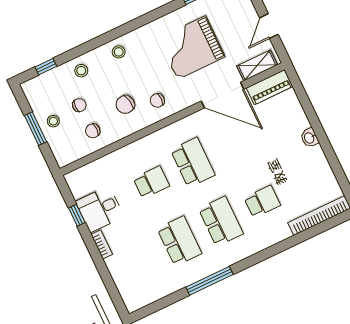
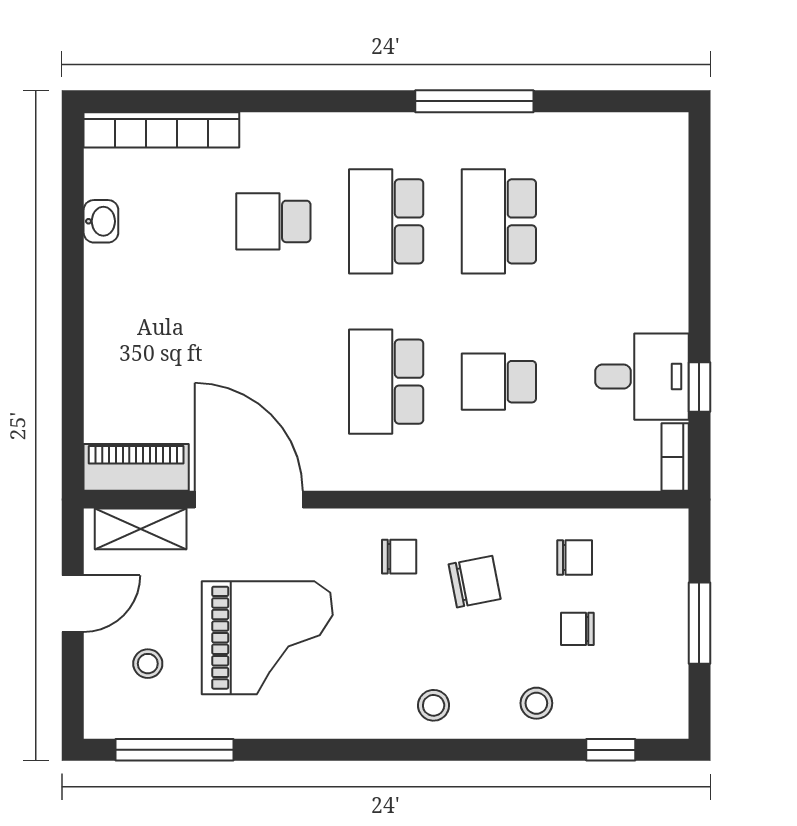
stool: (53, 121) -> (148, 664), moved
washbasin: (310, 138) -> (101, 221), moved
bookcase: (102, 244) -> (675, 457), moved

